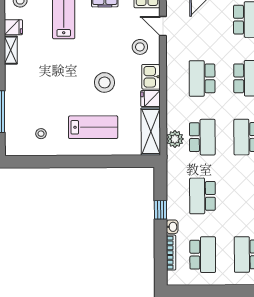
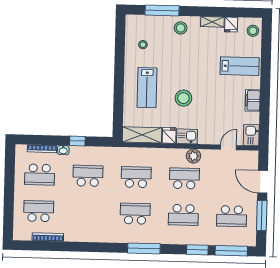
stool: (140, 47) -> (181, 28), moved
school desk: (202, 137) -> (136, 177), turned 180
plant: (175, 139) -> (193, 156), moved

